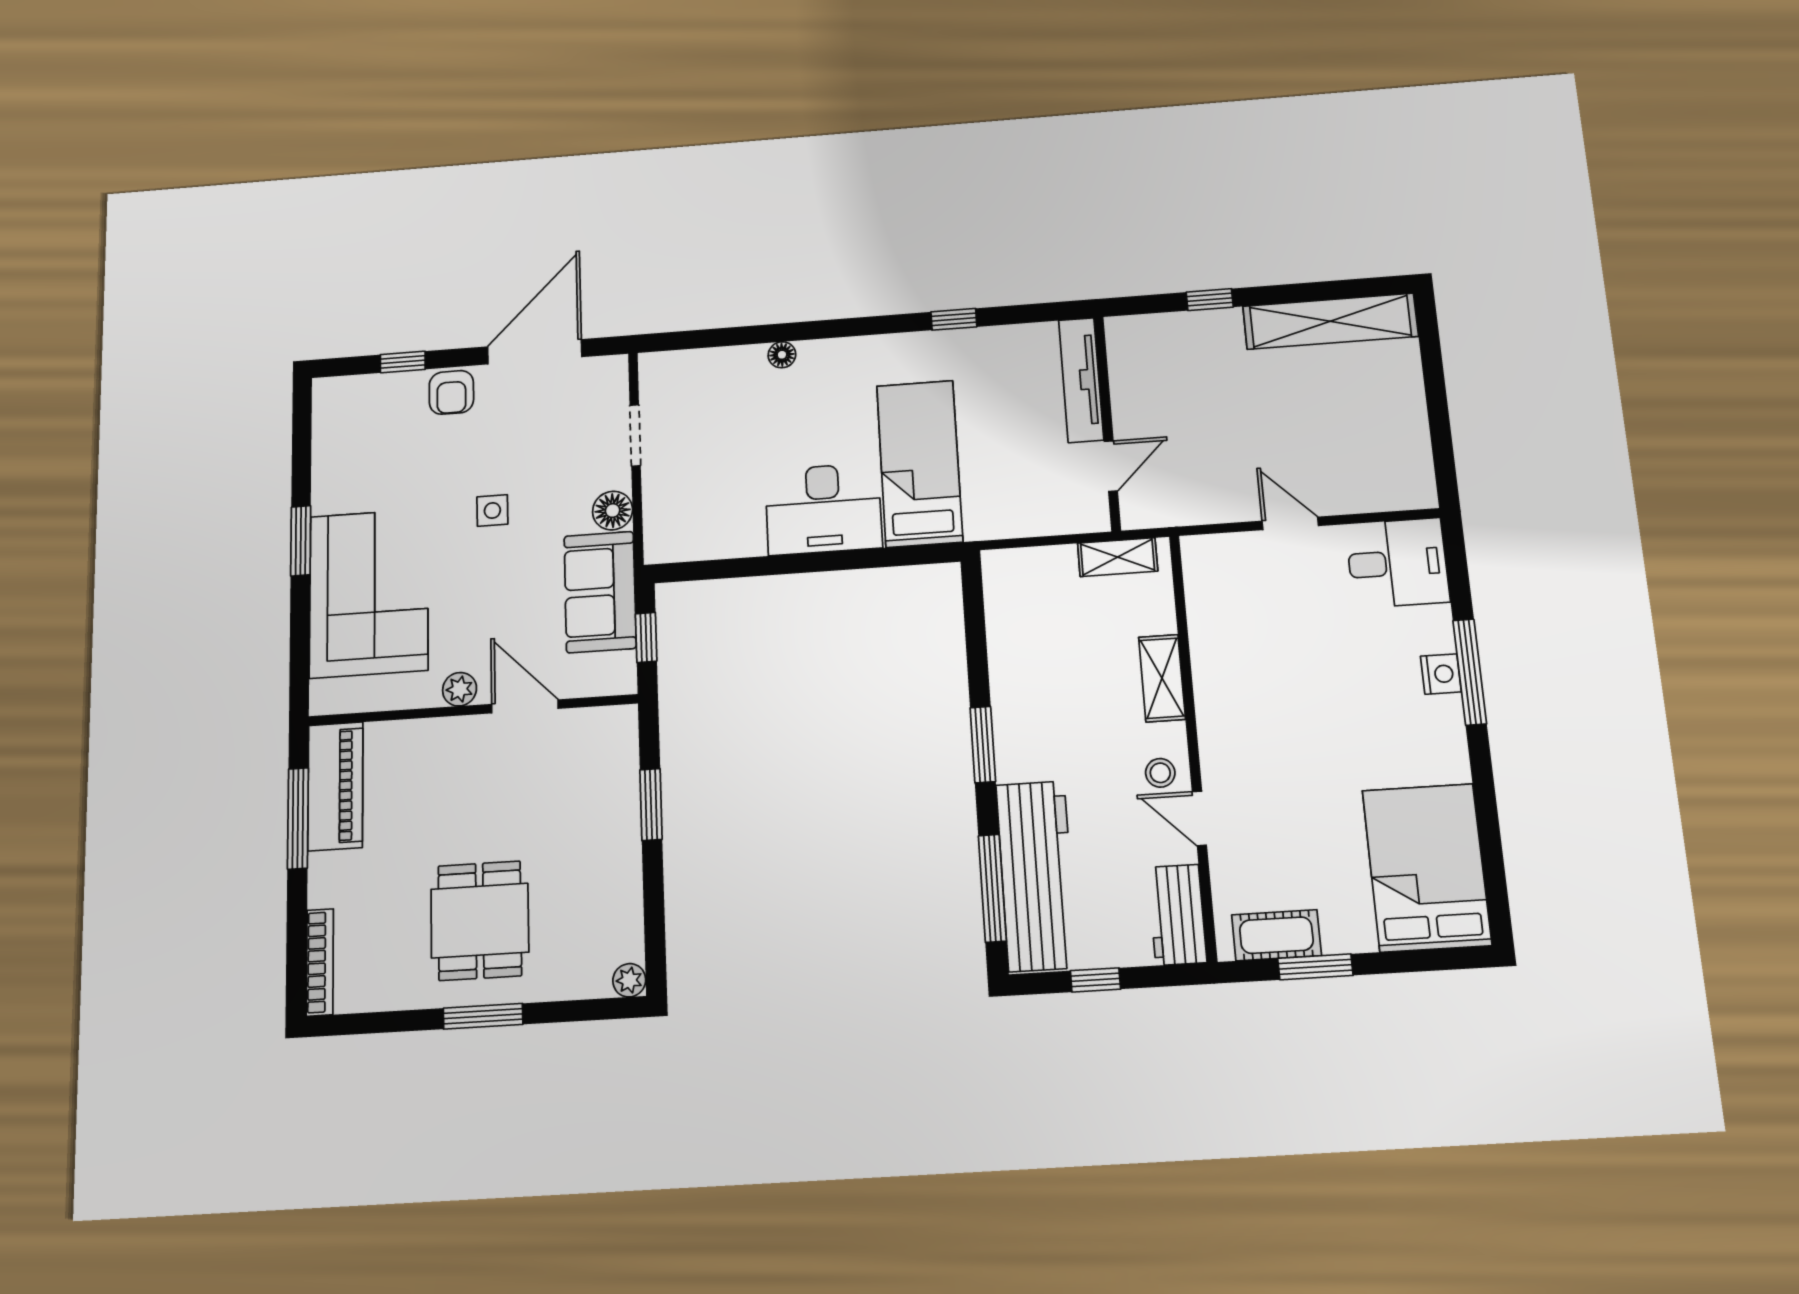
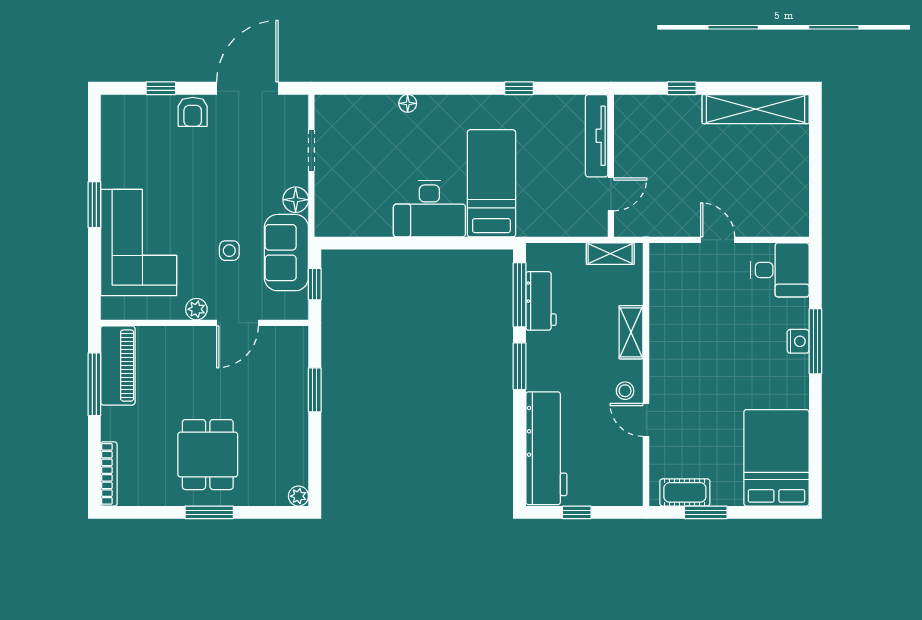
side table: (492, 511) -> (229, 251), moved
door: (525, 706) -> (238, 323), swing flipped
window: (992, 888) -> (519, 295), moved
workbench: (1177, 915) -> (541, 301), moved, turned 180

